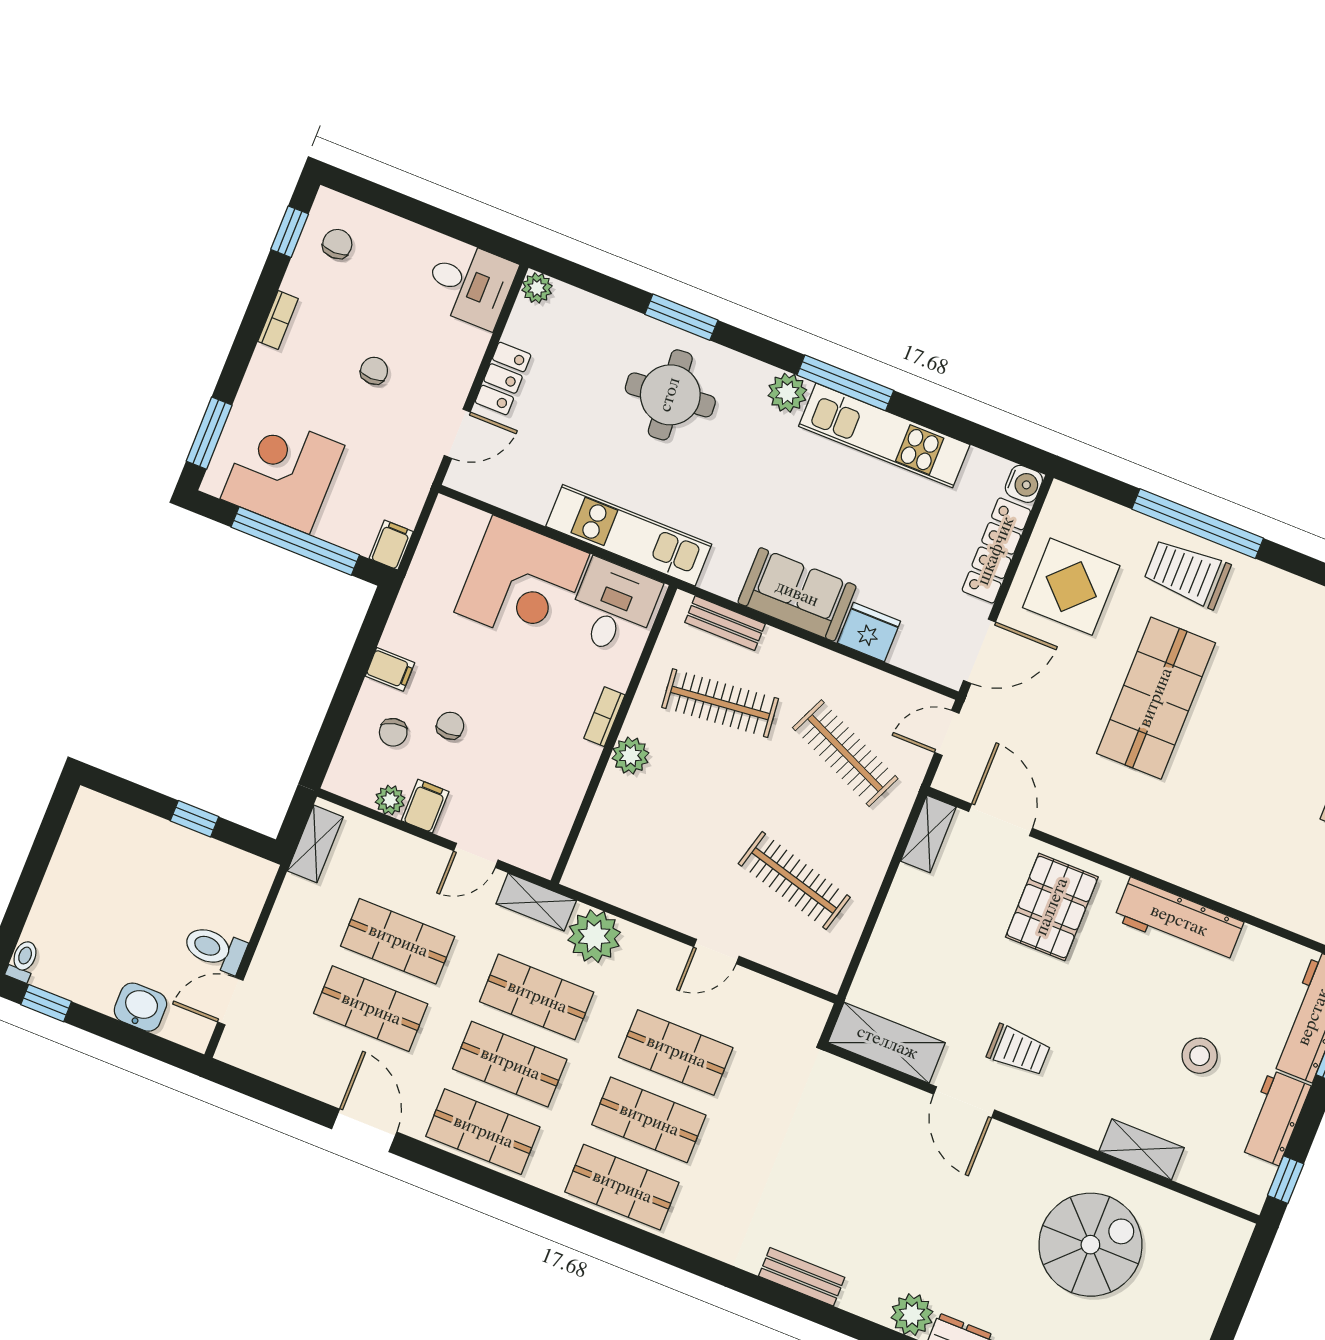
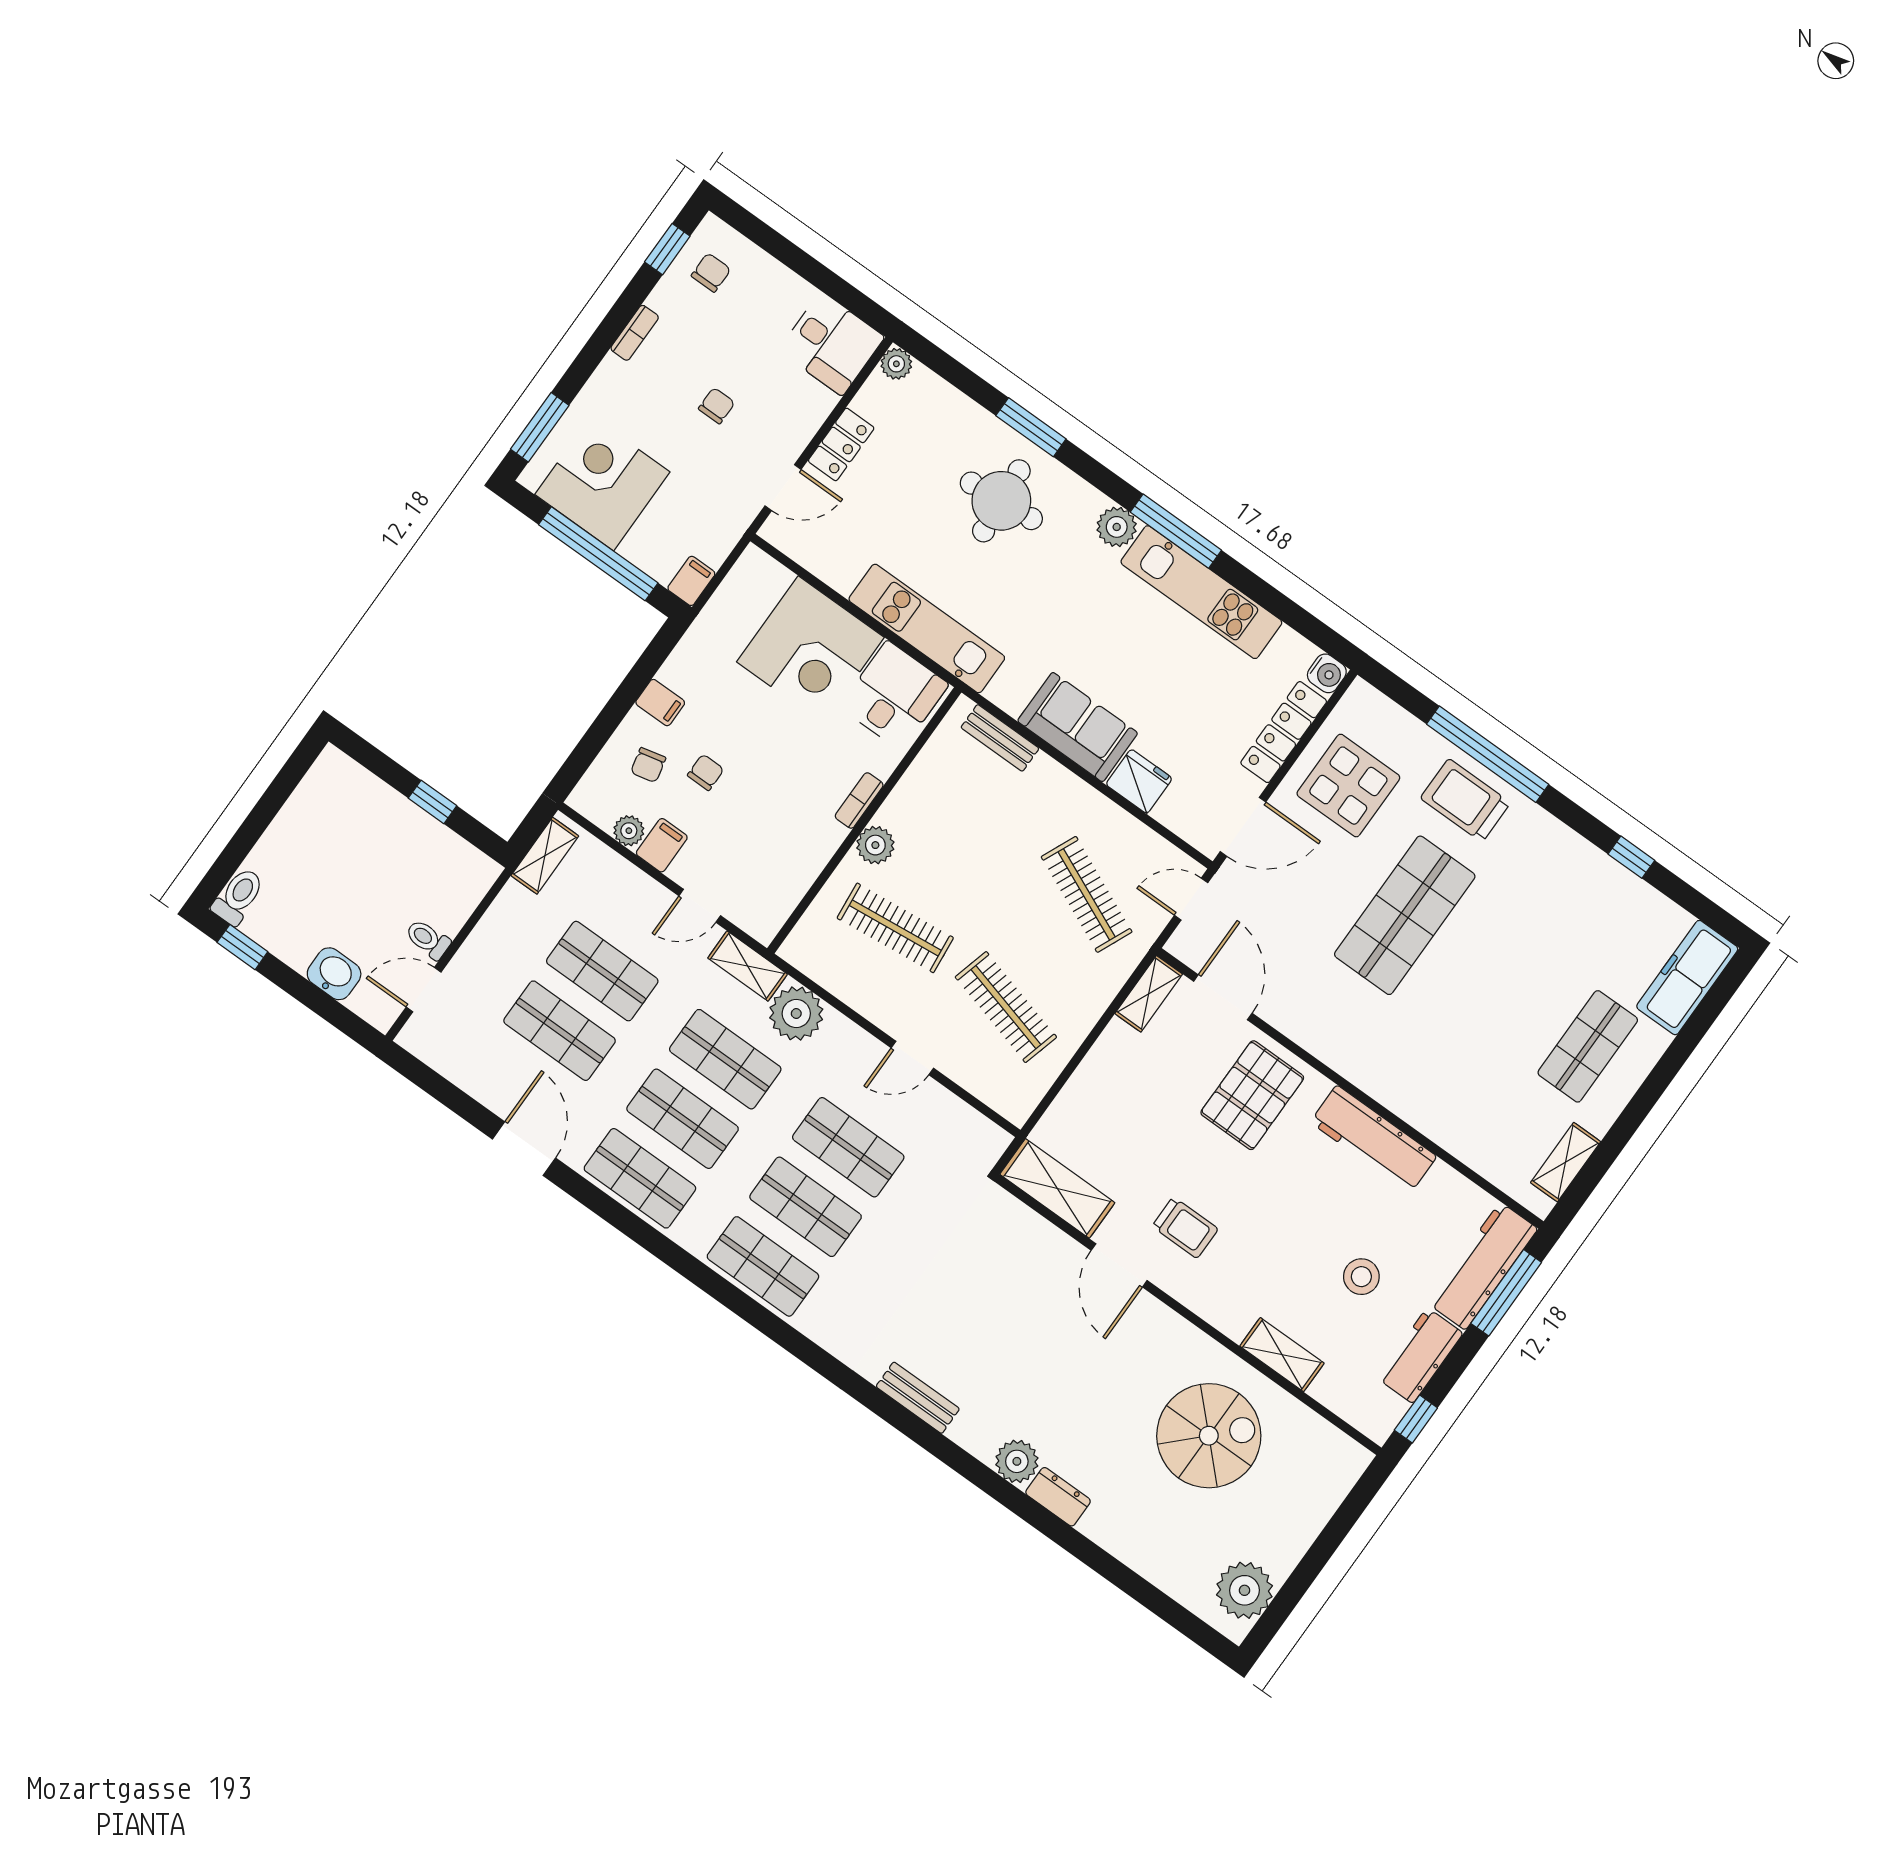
clothes rail: (720, 703) -> (895, 928), moved
toilet: (215, 949) -> (428, 939), width x0.73, depth x0.72
toilet: (23, 961) -> (238, 896), width x1.37, depth x1.39

